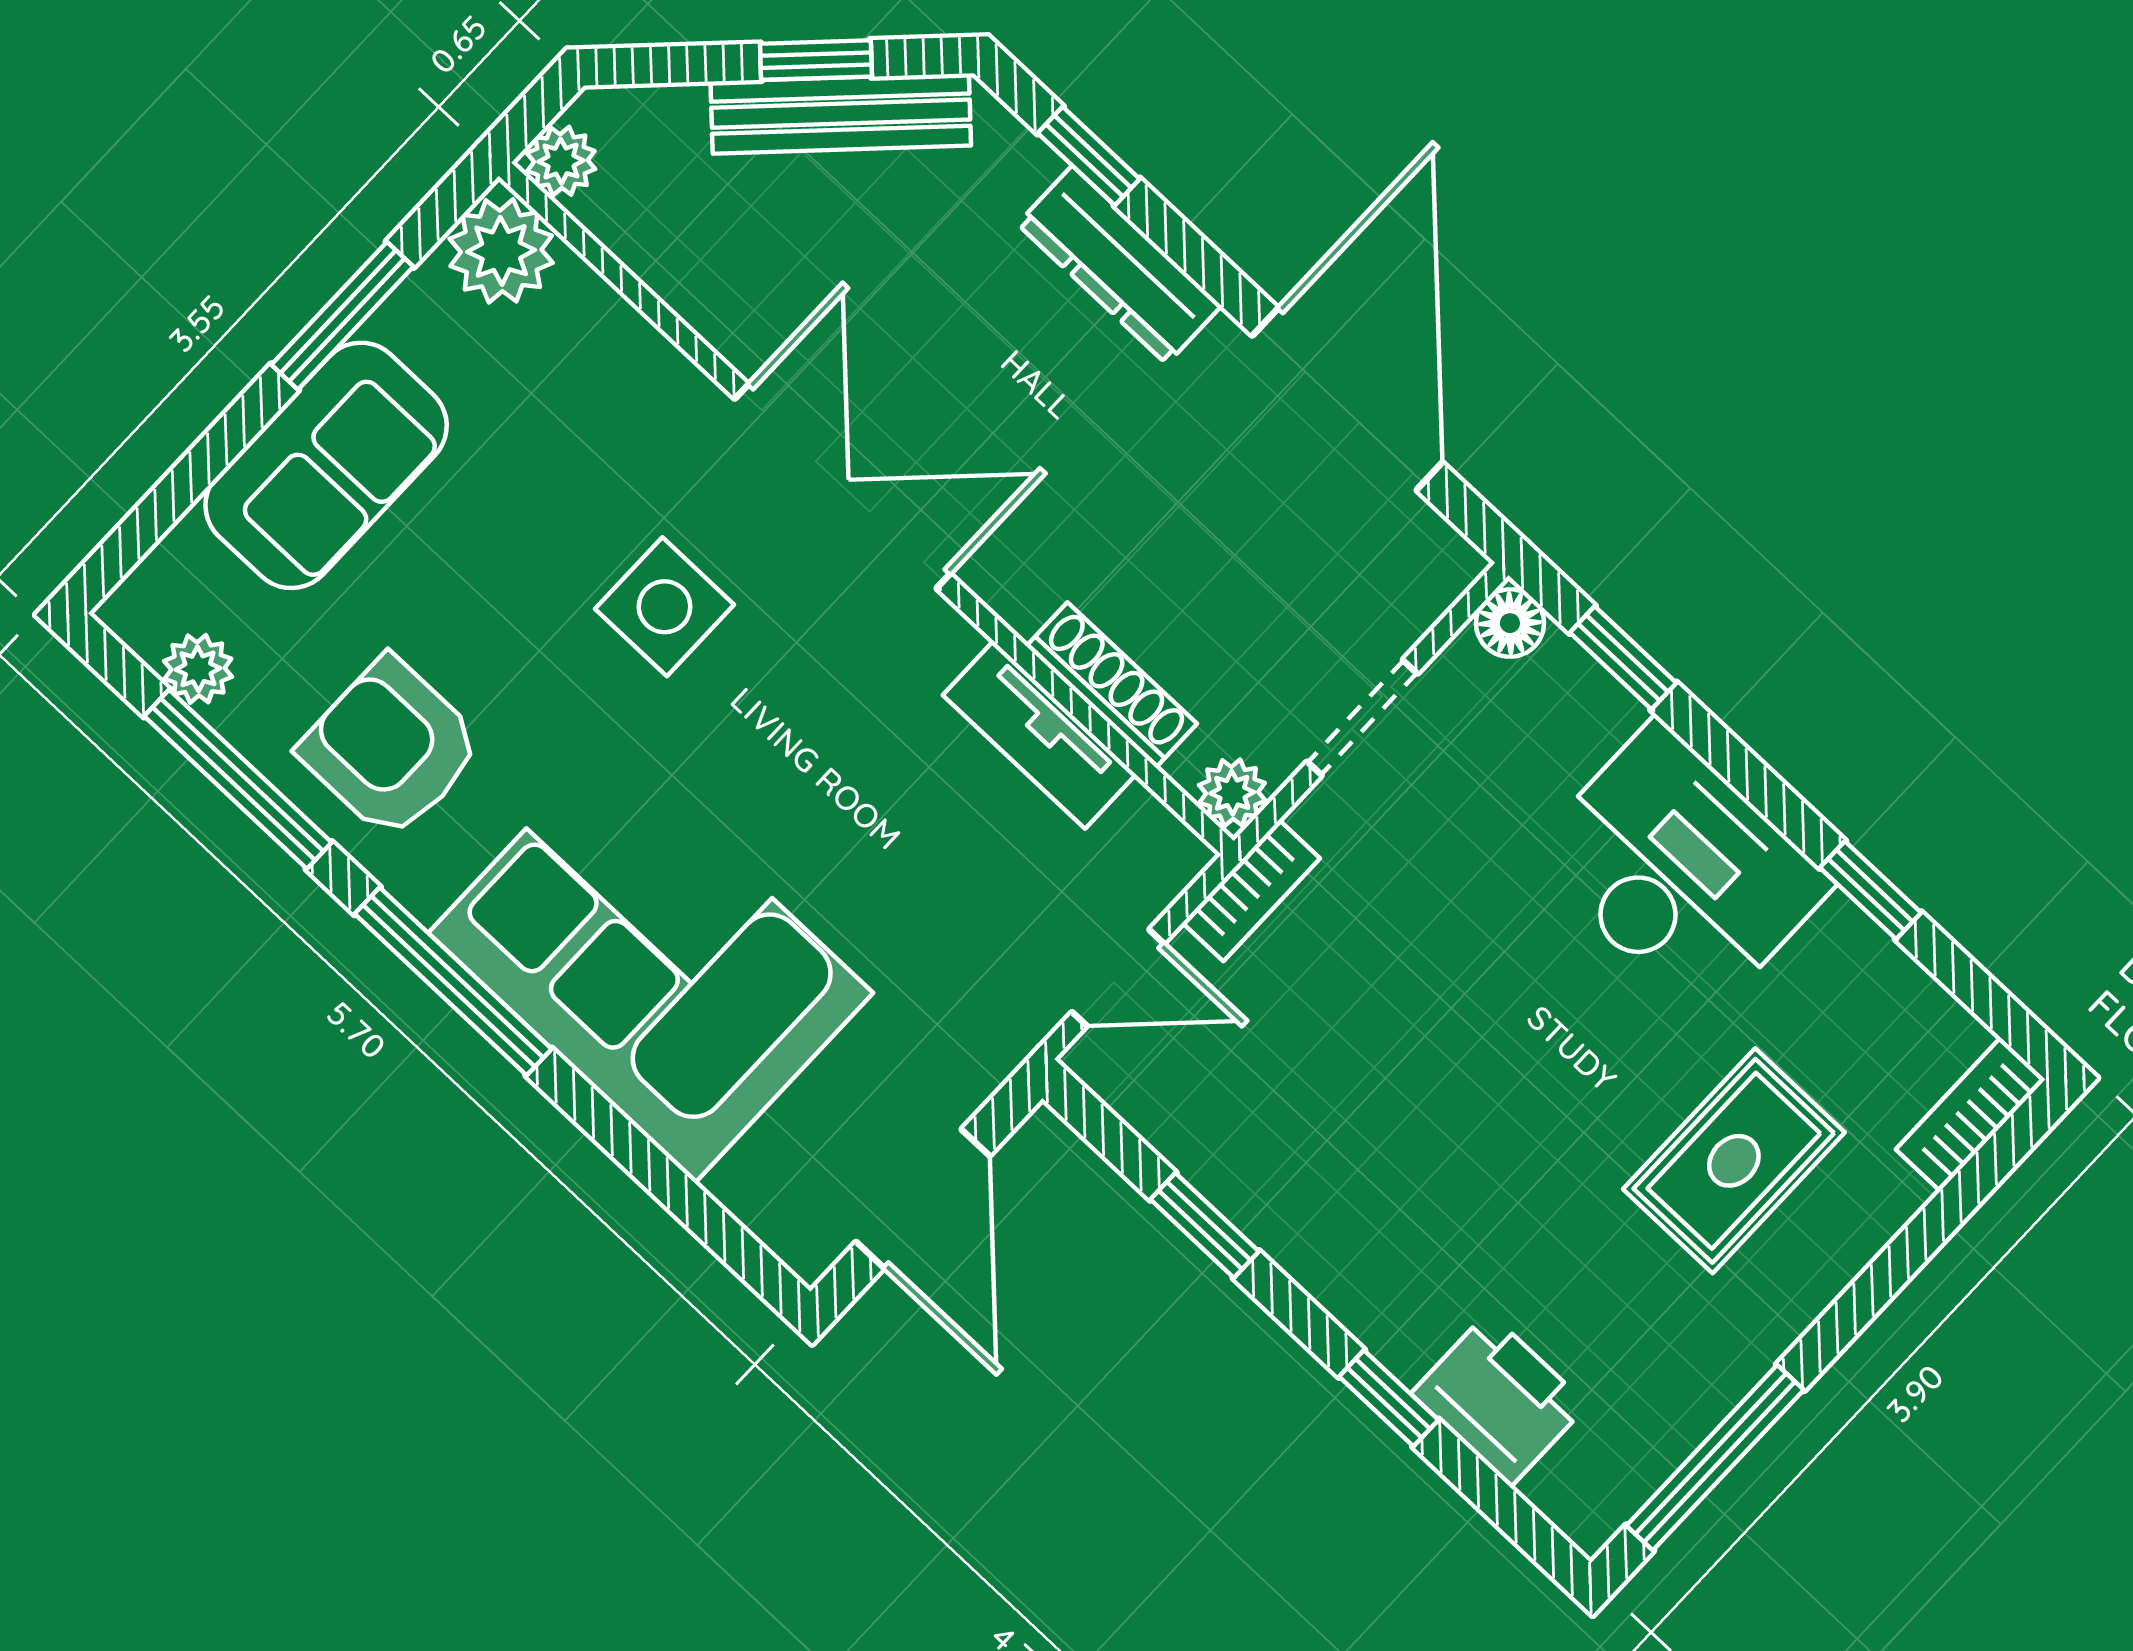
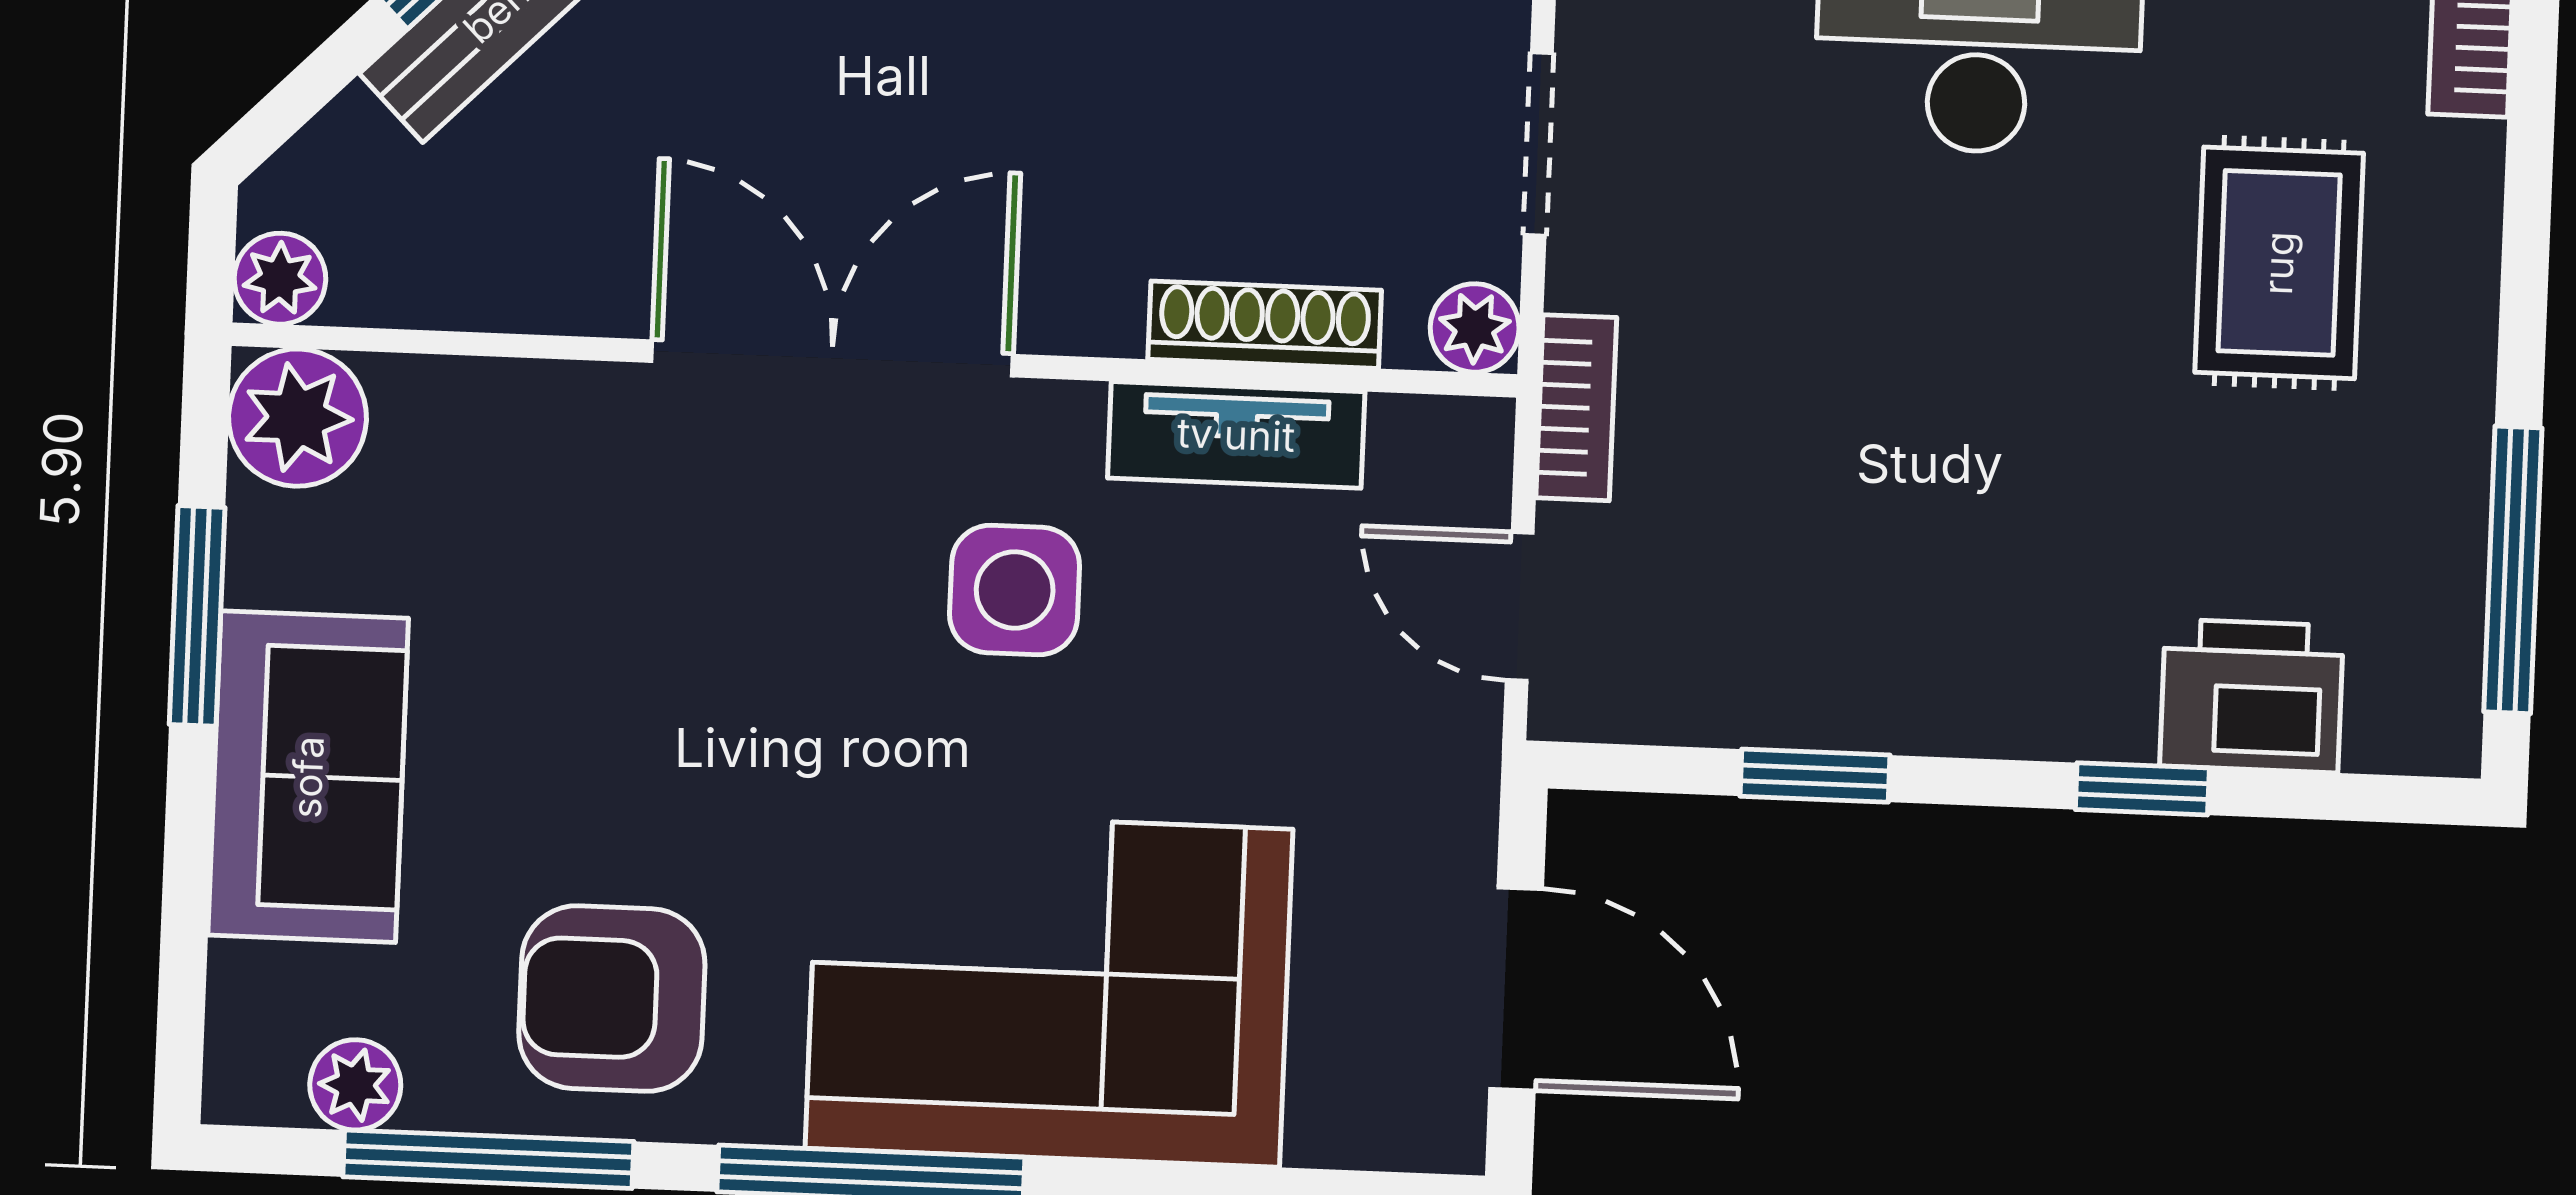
side table: (665, 607) -> (1015, 590), moved
door: (1118, 978) -> (1520, 606), swing flipped

